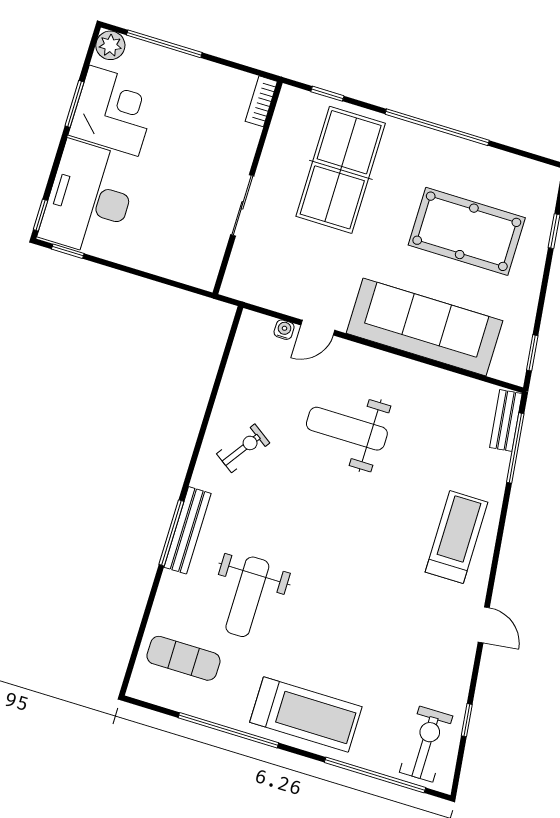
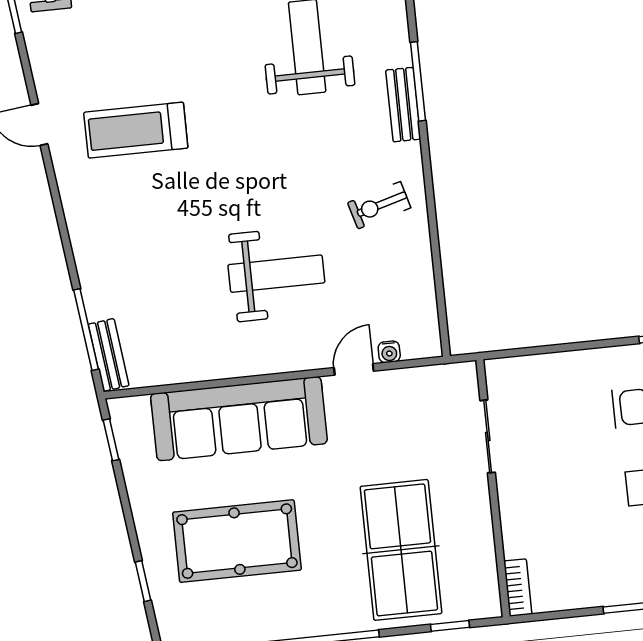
sliding door: (242, 205) -> (488, 436), moved
exercise bike: (243, 448) -> (379, 205), turned 39
bench: (187, 530) -> (403, 105), width x0.73
treadmill: (457, 537) -> (136, 130), moved, turned 90

